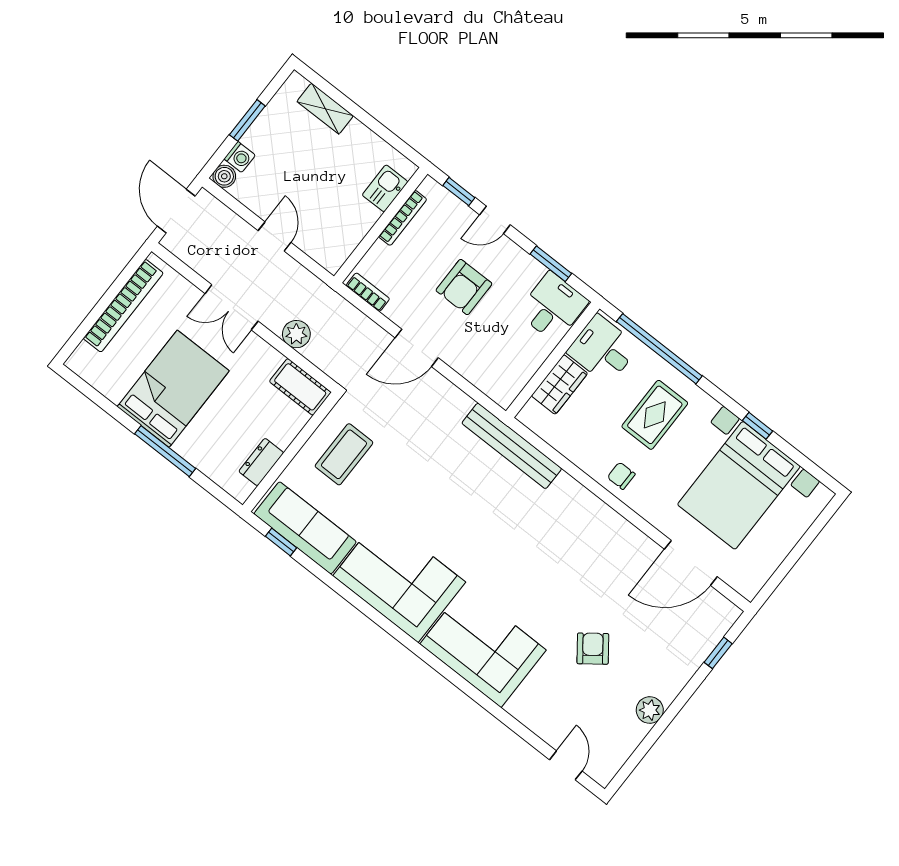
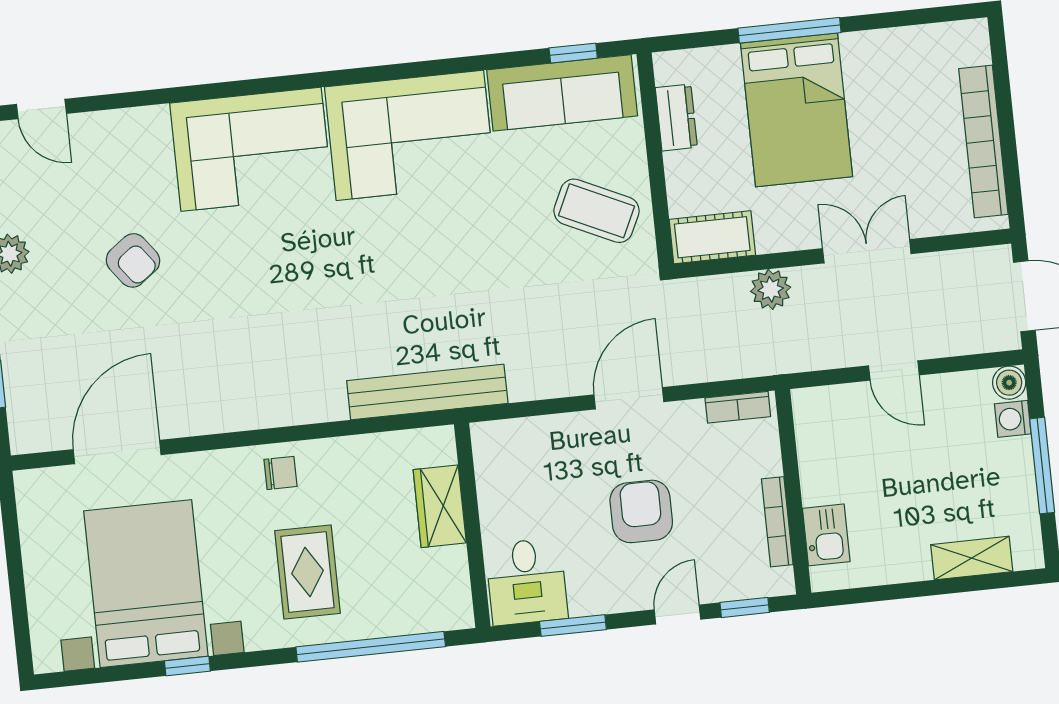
window: (247, 120) -> (1042, 466), width x1.44
desk: (603, 349) -> (430, 588), removed
bed: (173, 389) -> (796, 110), moved
coffee table: (344, 454) -> (596, 211), turned -65

